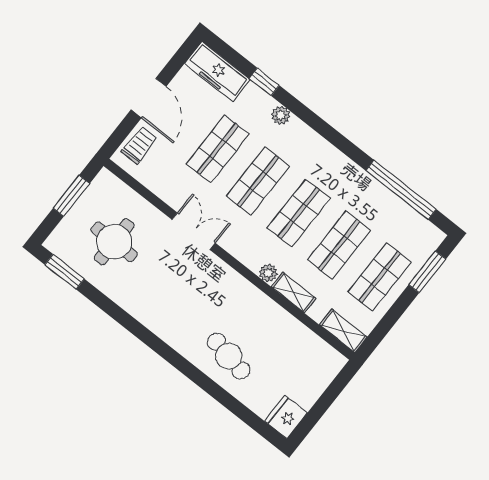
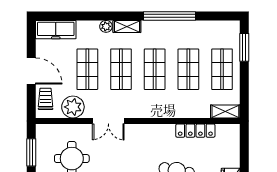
window: (264, 82) -> (84, 16), removed
window: (401, 190) -> (170, 16), moved
double door: (194, 231) -> (108, 121), swing flipped
plant: (268, 273) -> (73, 107), moved, width x1.87, depth x1.87
shelving: (294, 292) -> (127, 26), moved
locker: (289, 326) -> (195, 131), added

